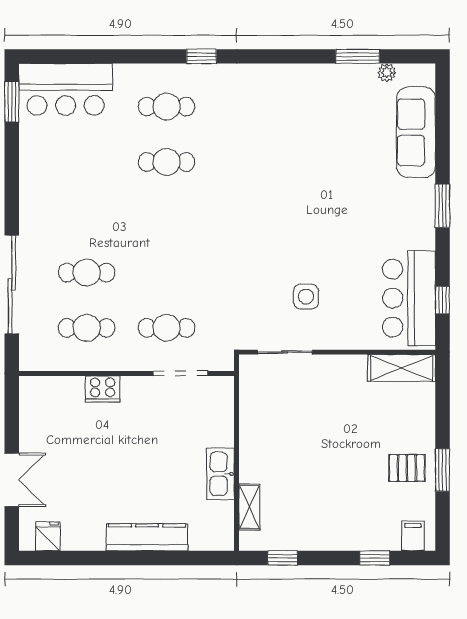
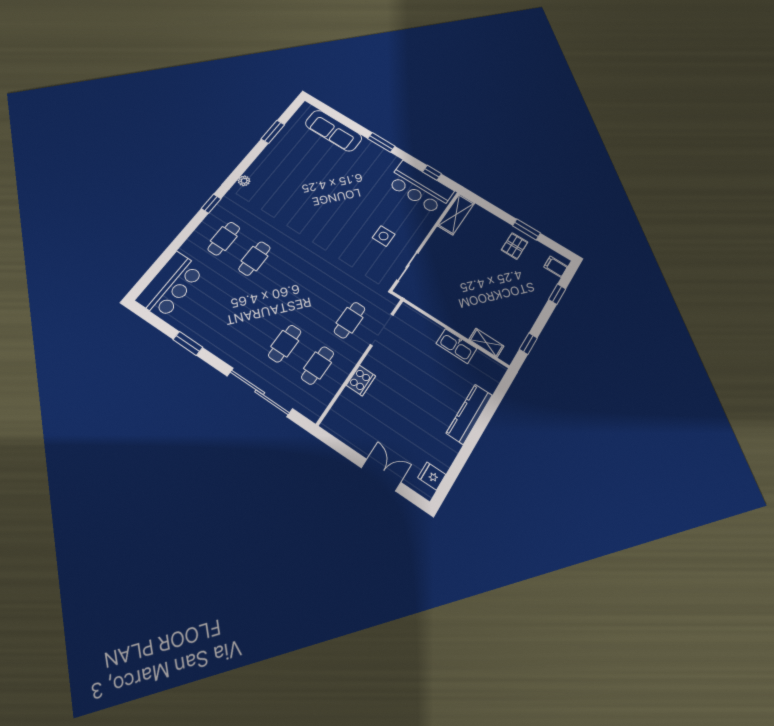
plant: (387, 73) -> (244, 181), moved
window: (12, 102) -> (188, 343), moved

